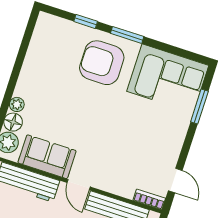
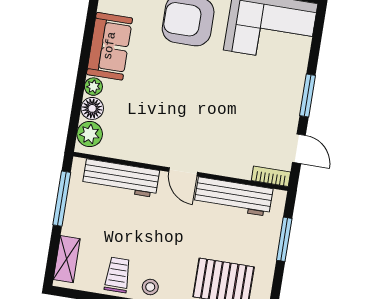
window: (199, 106) -> (308, 96), moved
sofa: (47, 157) -> (110, 46), moved, turned 90

